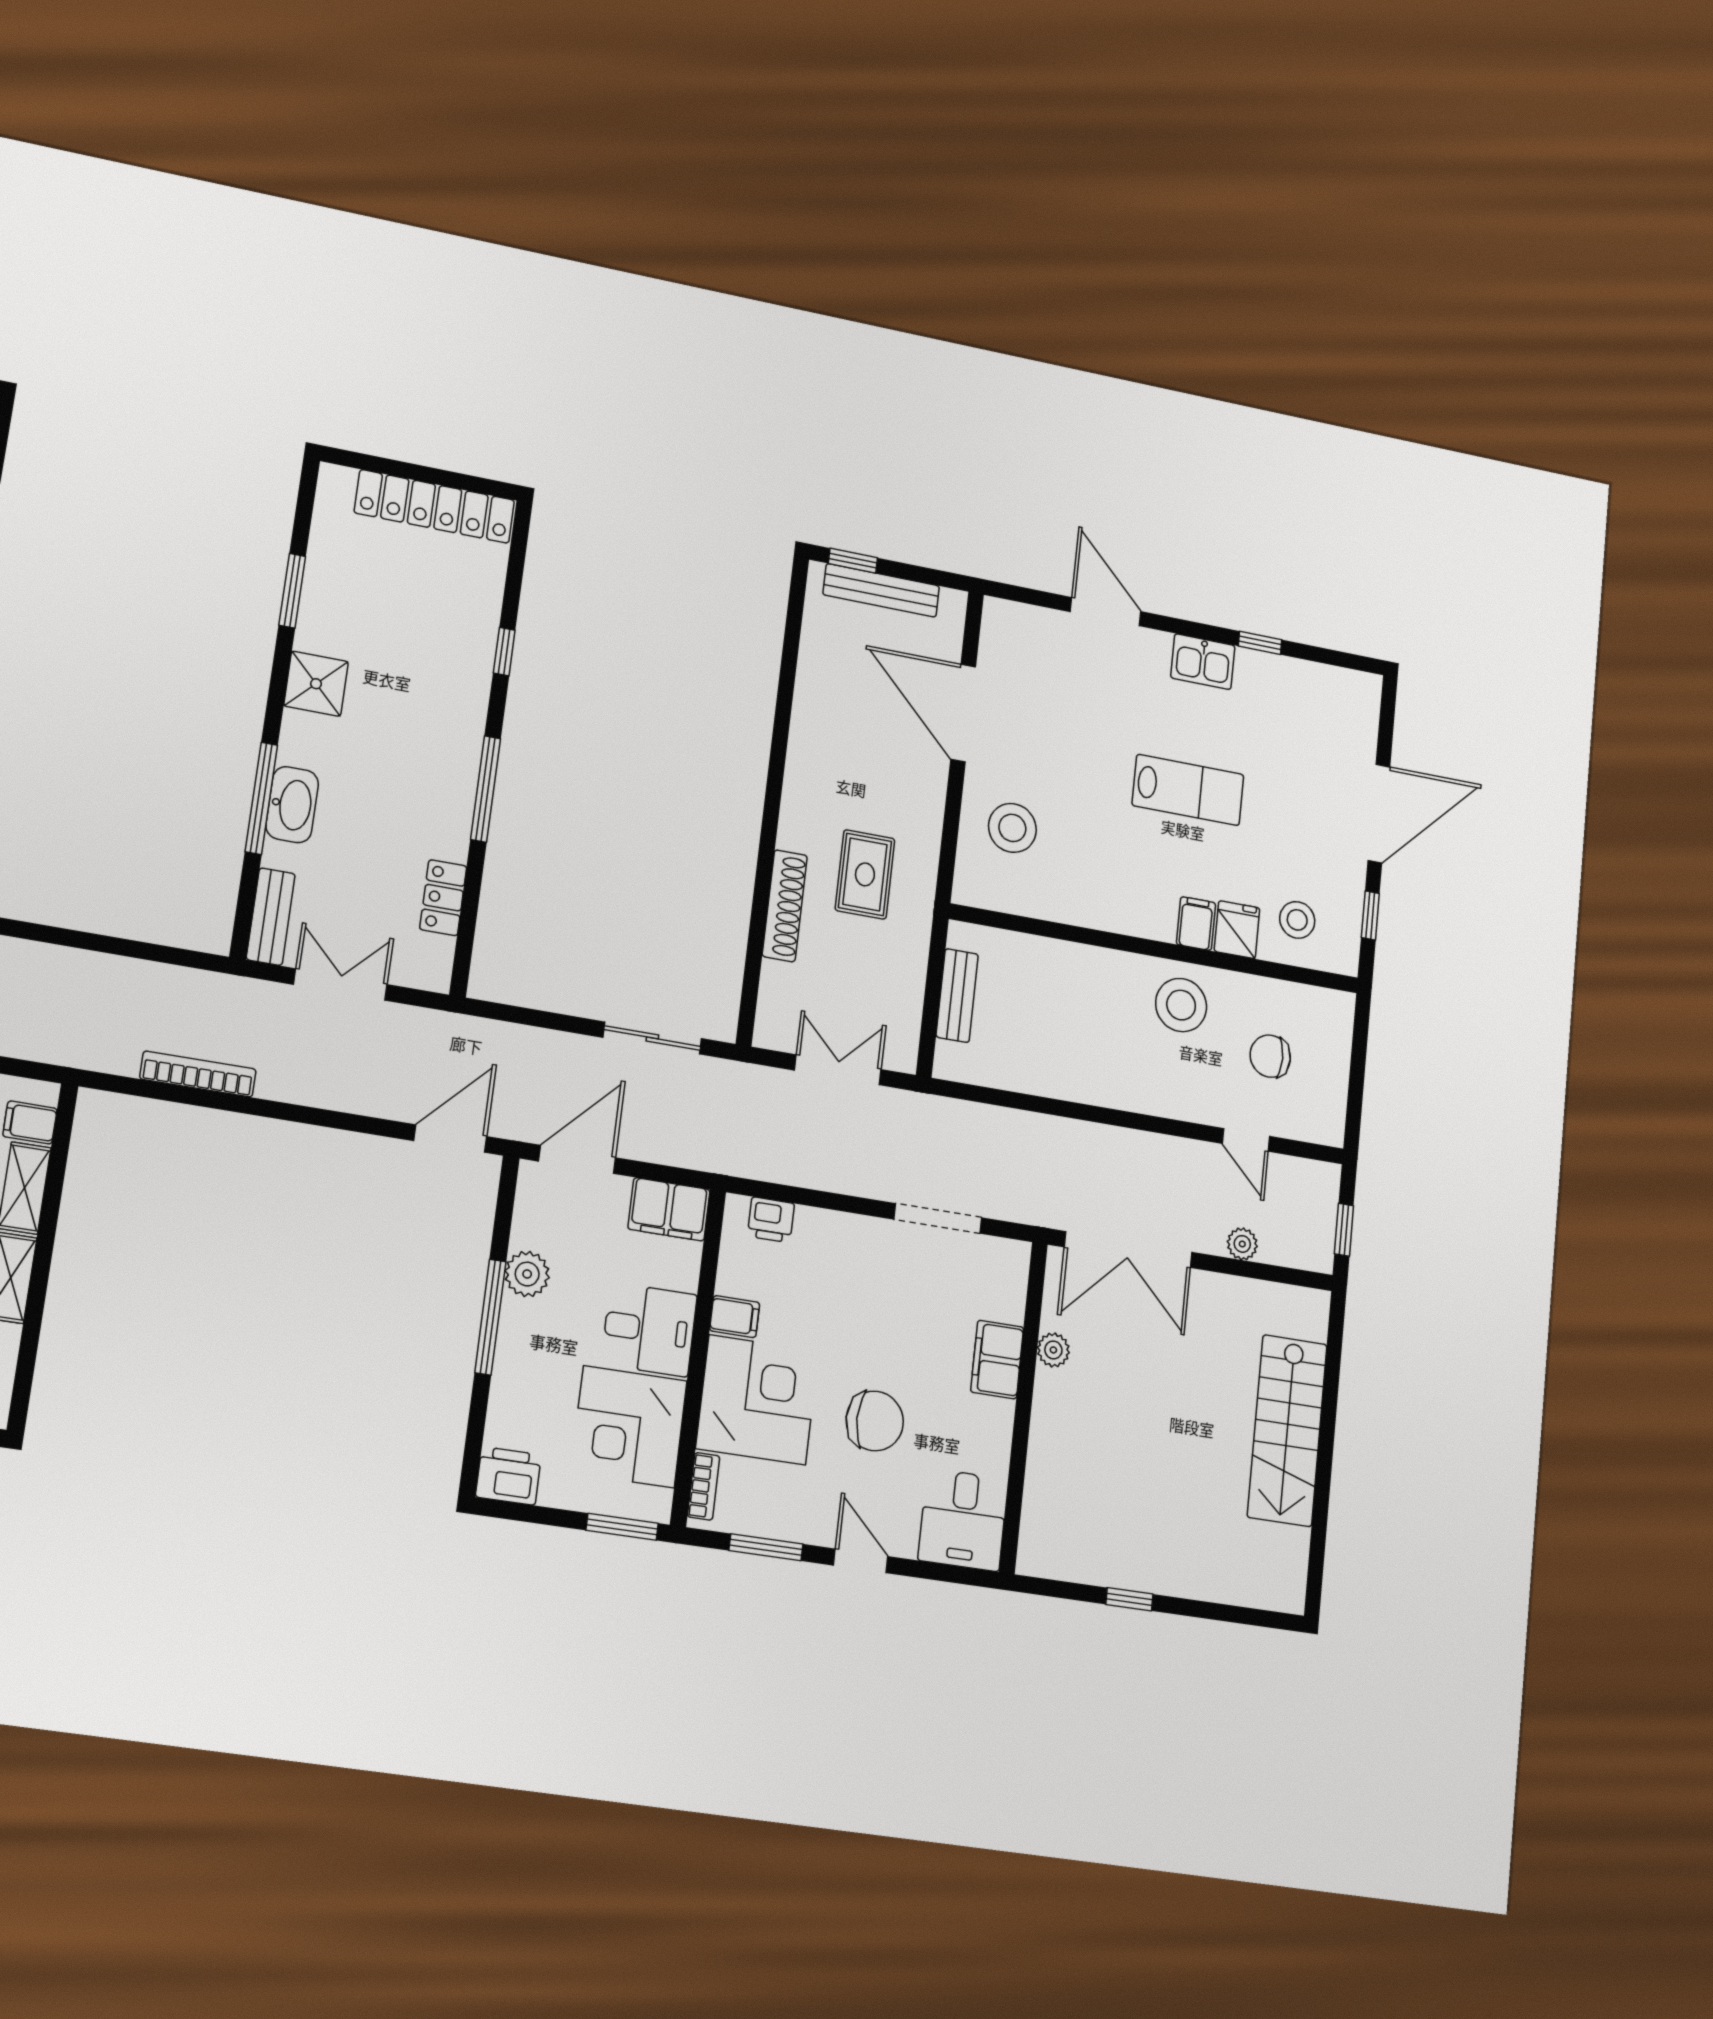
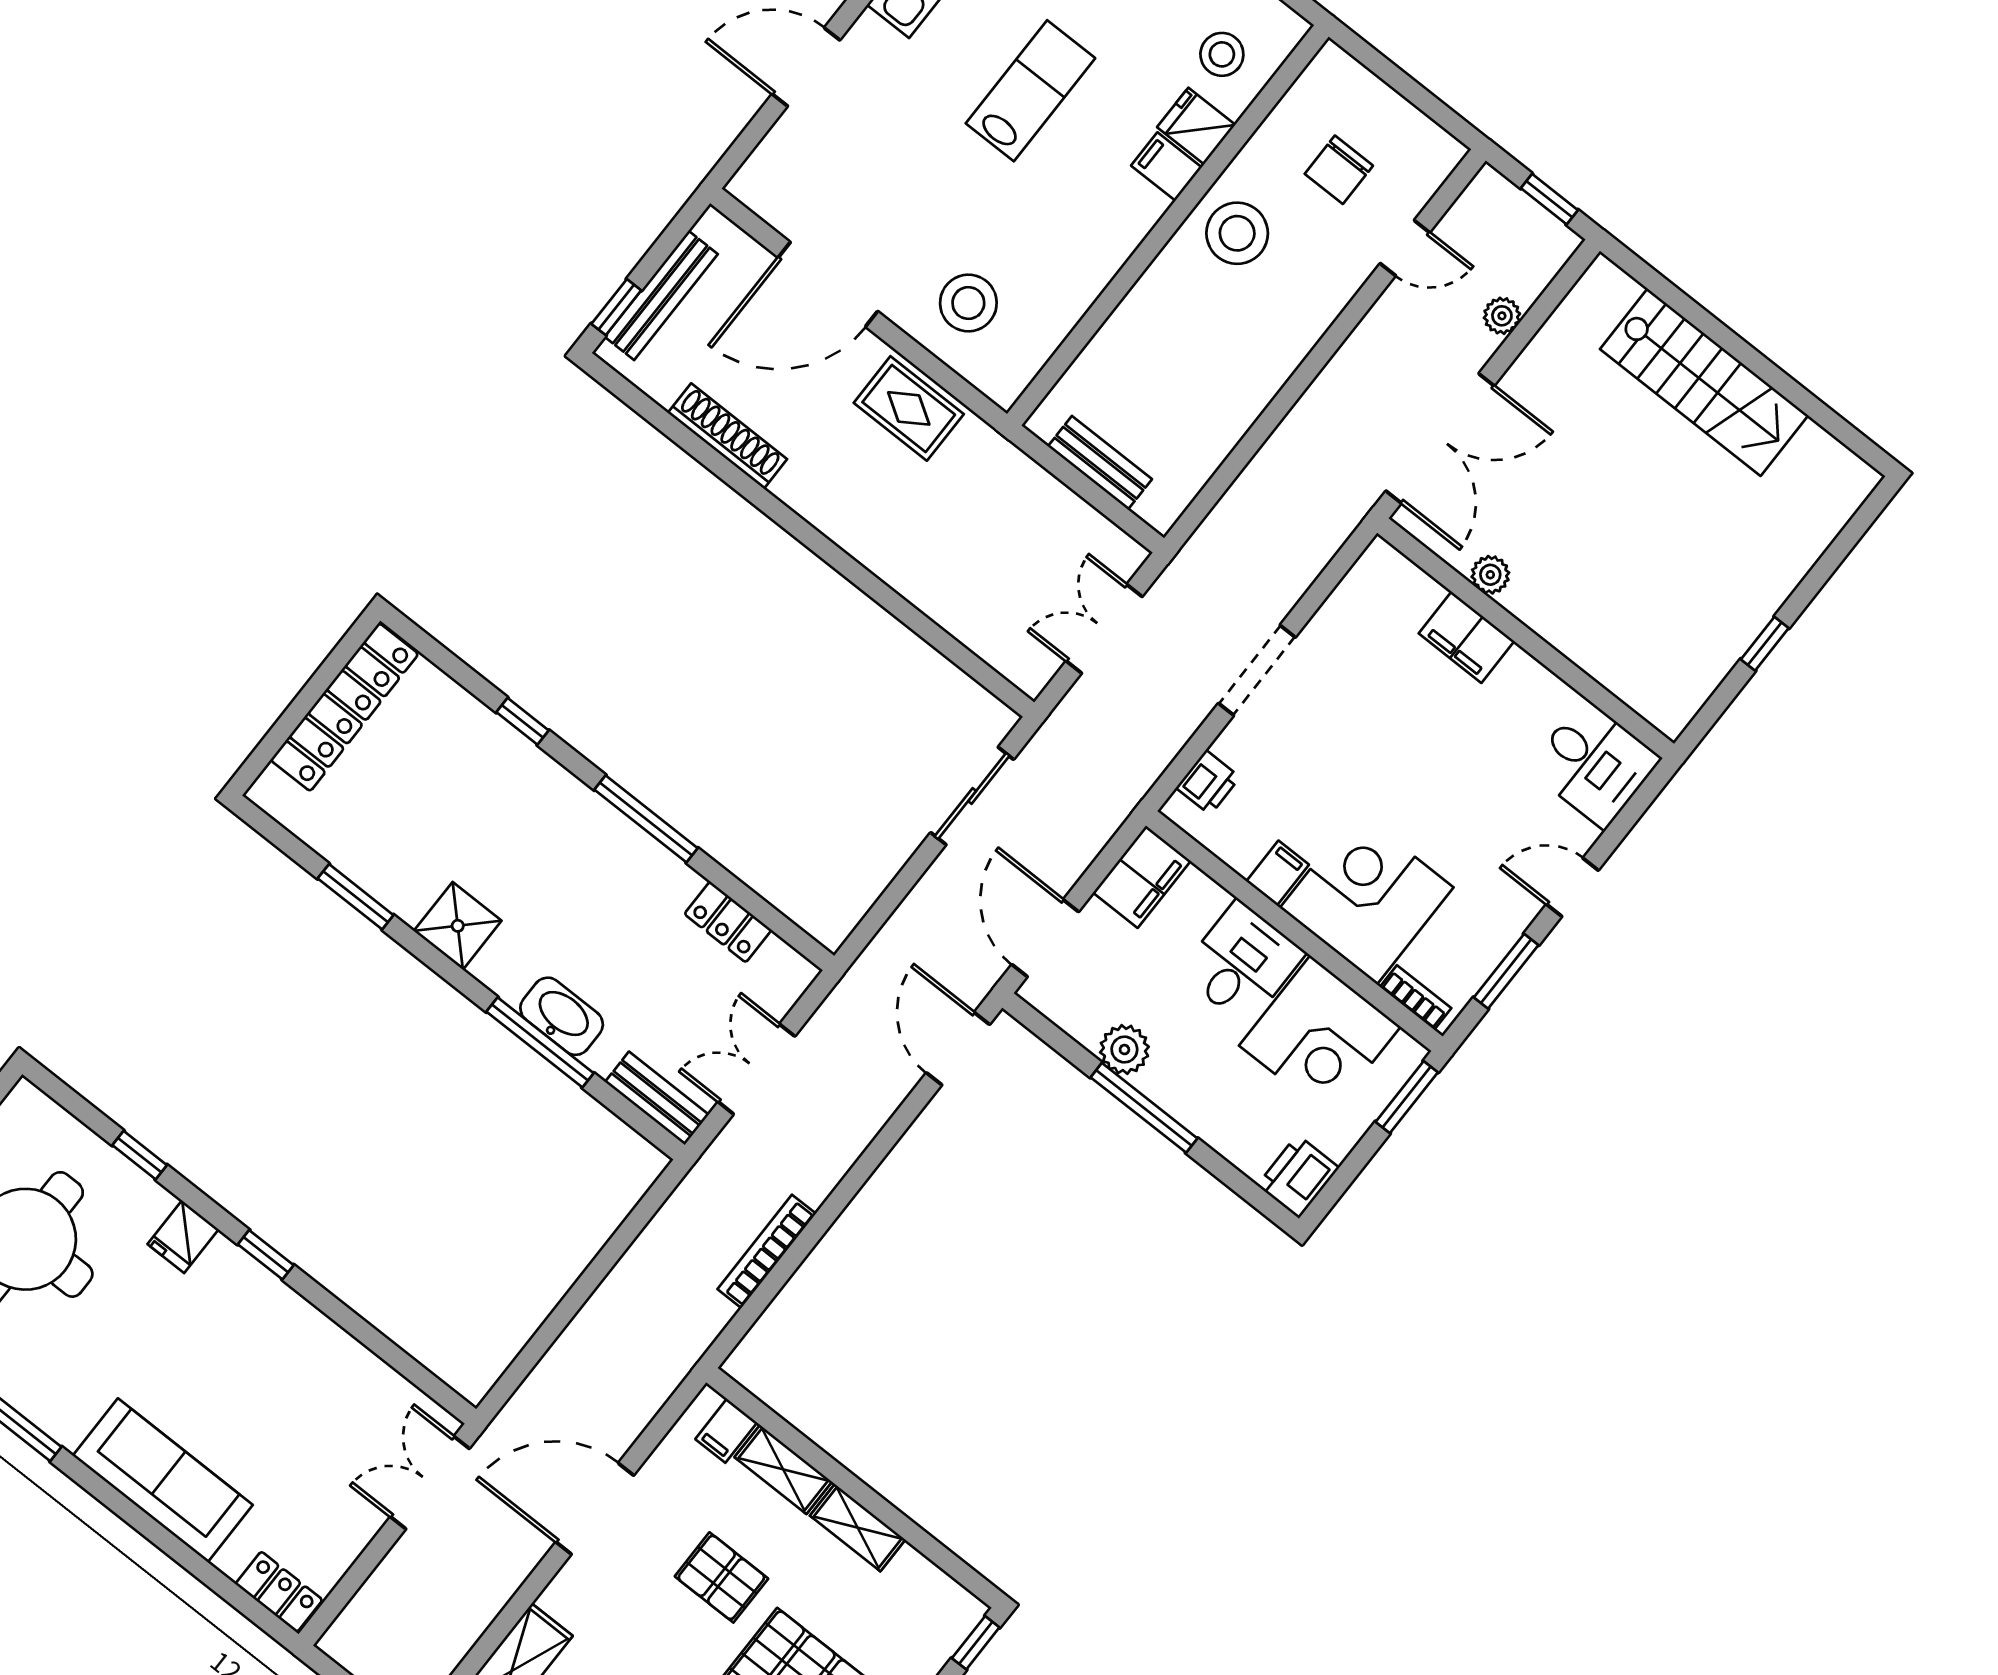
rug: (865, 874) -> (909, 408), moved
shoe rack: (785, 906) -> (727, 436), moved
doorway: (938, 1218) -> (1257, 670), moved
chair: (875, 1421) -> (1453, 795), removed

